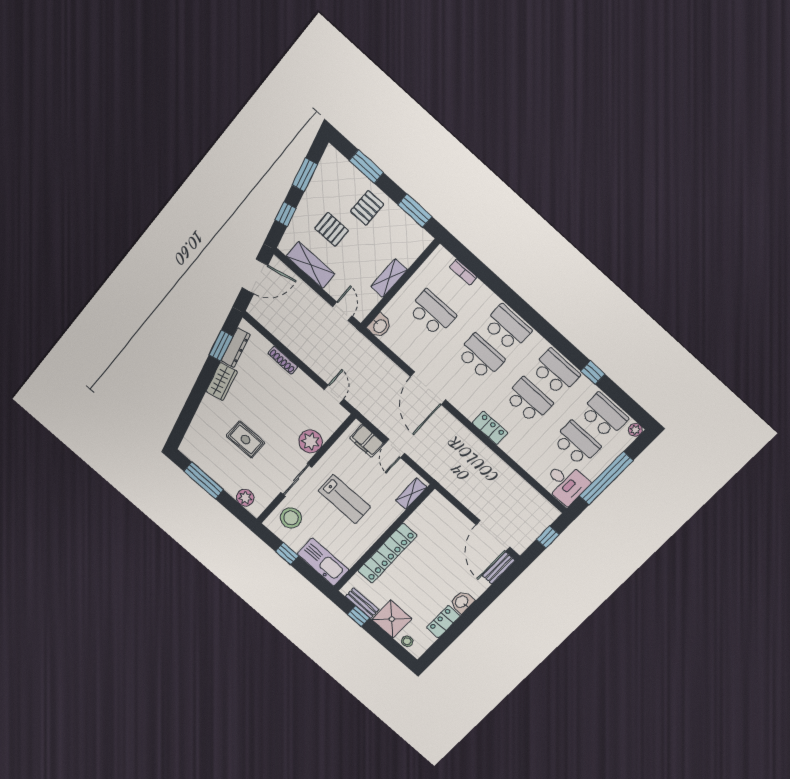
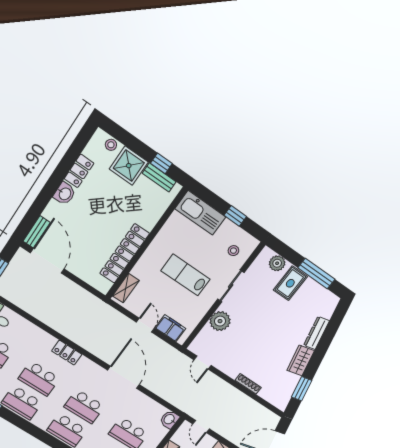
dresser: (236, 348) -> (316, 333), moved
rug: (245, 439) -> (290, 283), moved, turned 90
stool: (291, 518) -> (233, 251), width x0.53, depth x0.53
locker: (387, 553) -> (124, 254), moved

